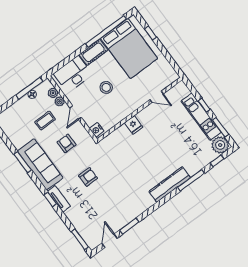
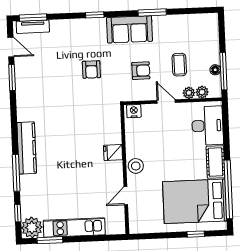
stool: (106, 87) -> (136, 166), moved
window: (204, 105) -> (84, 239), removed
sofa: (40, 164) -> (129, 29), width x0.73
tv unit: (59, 199) -> (33, 27), moved

